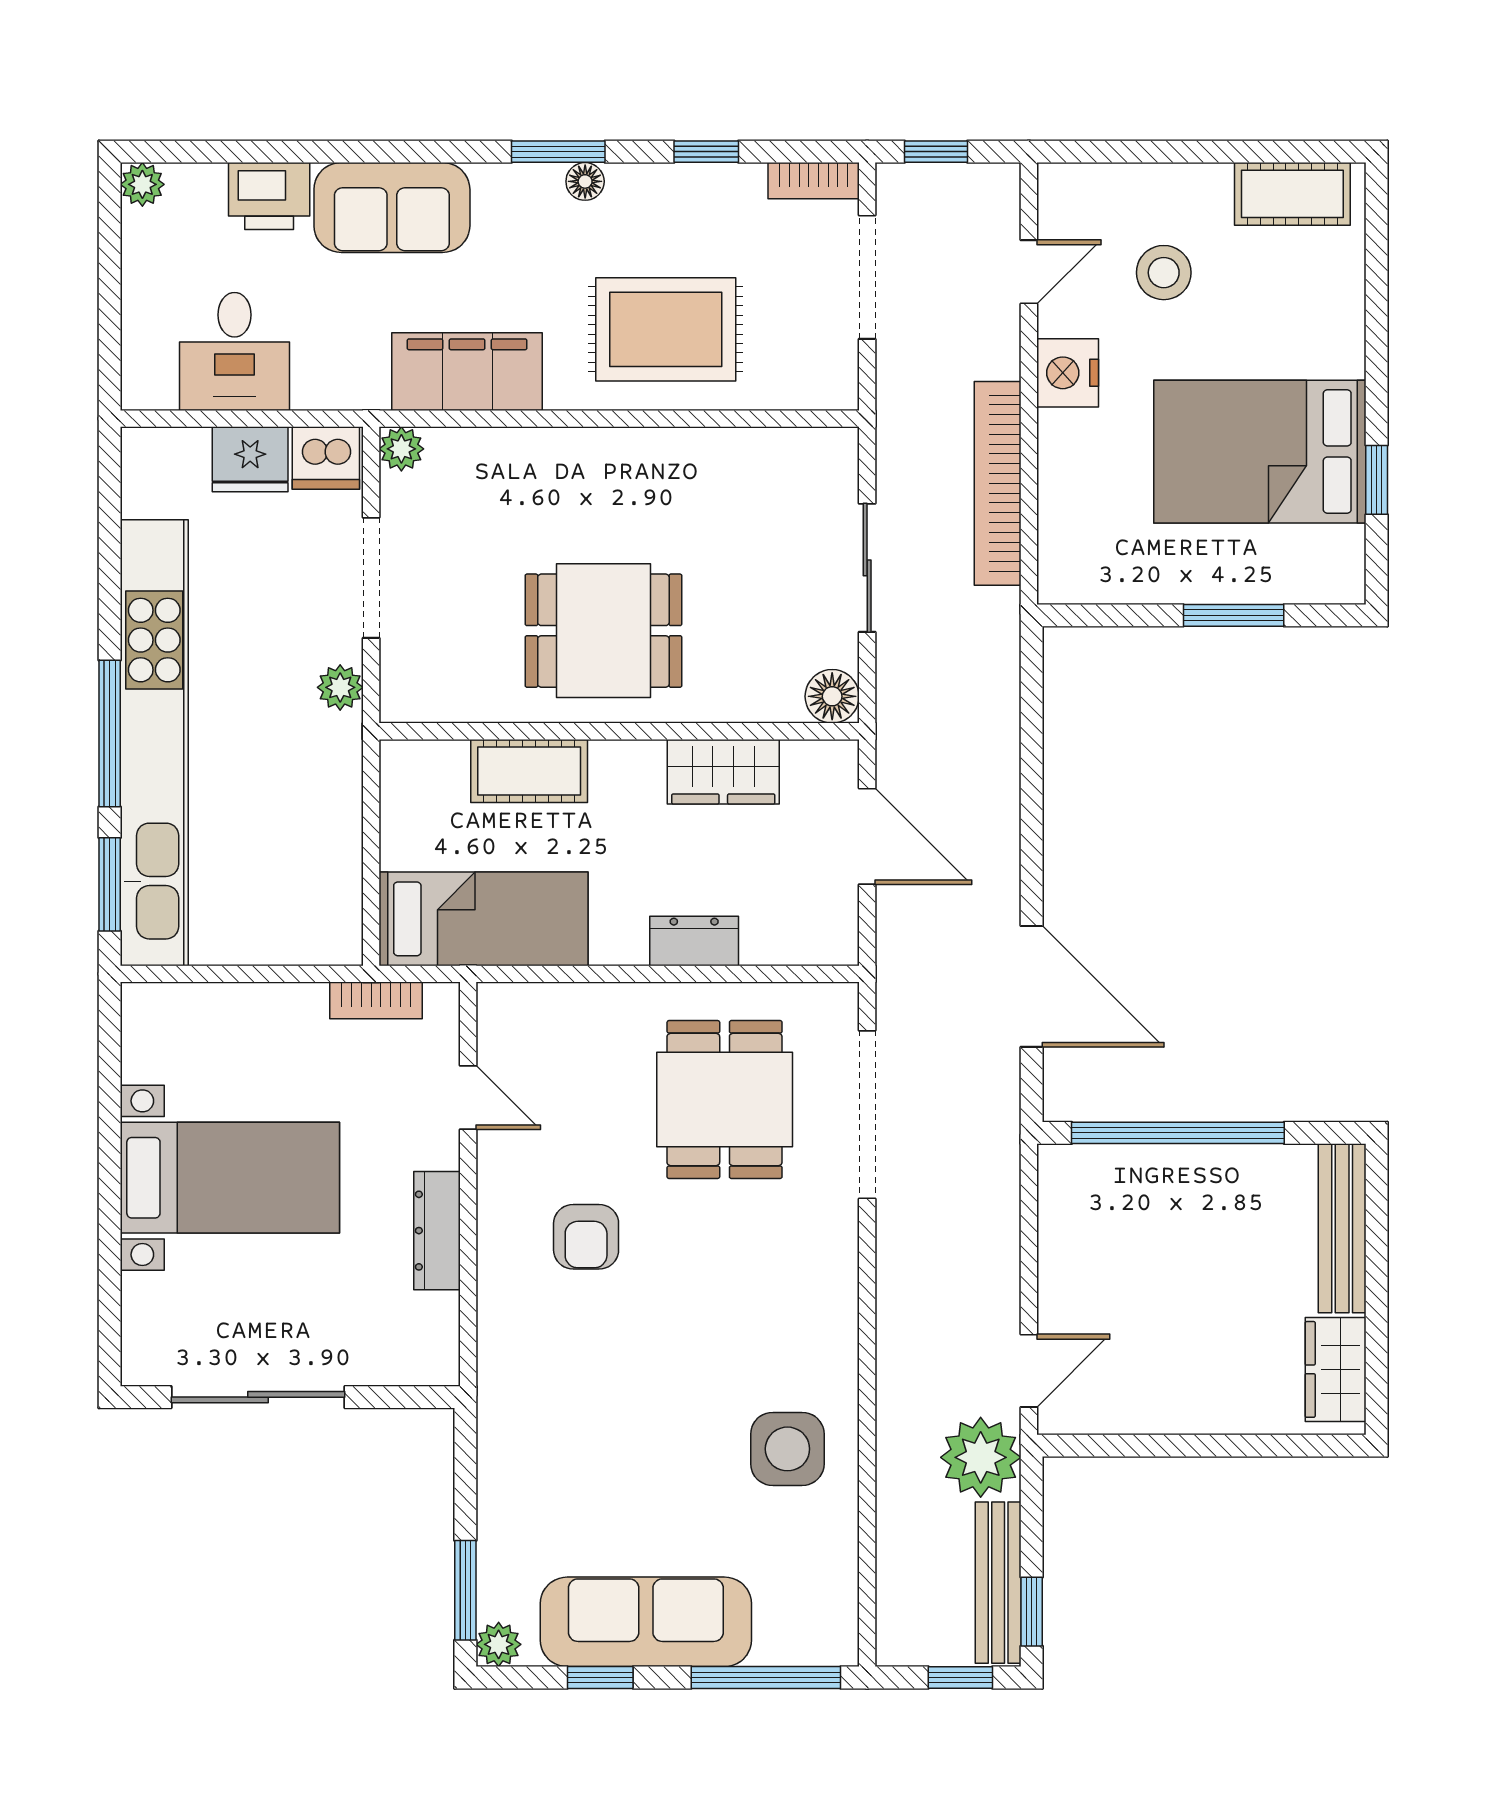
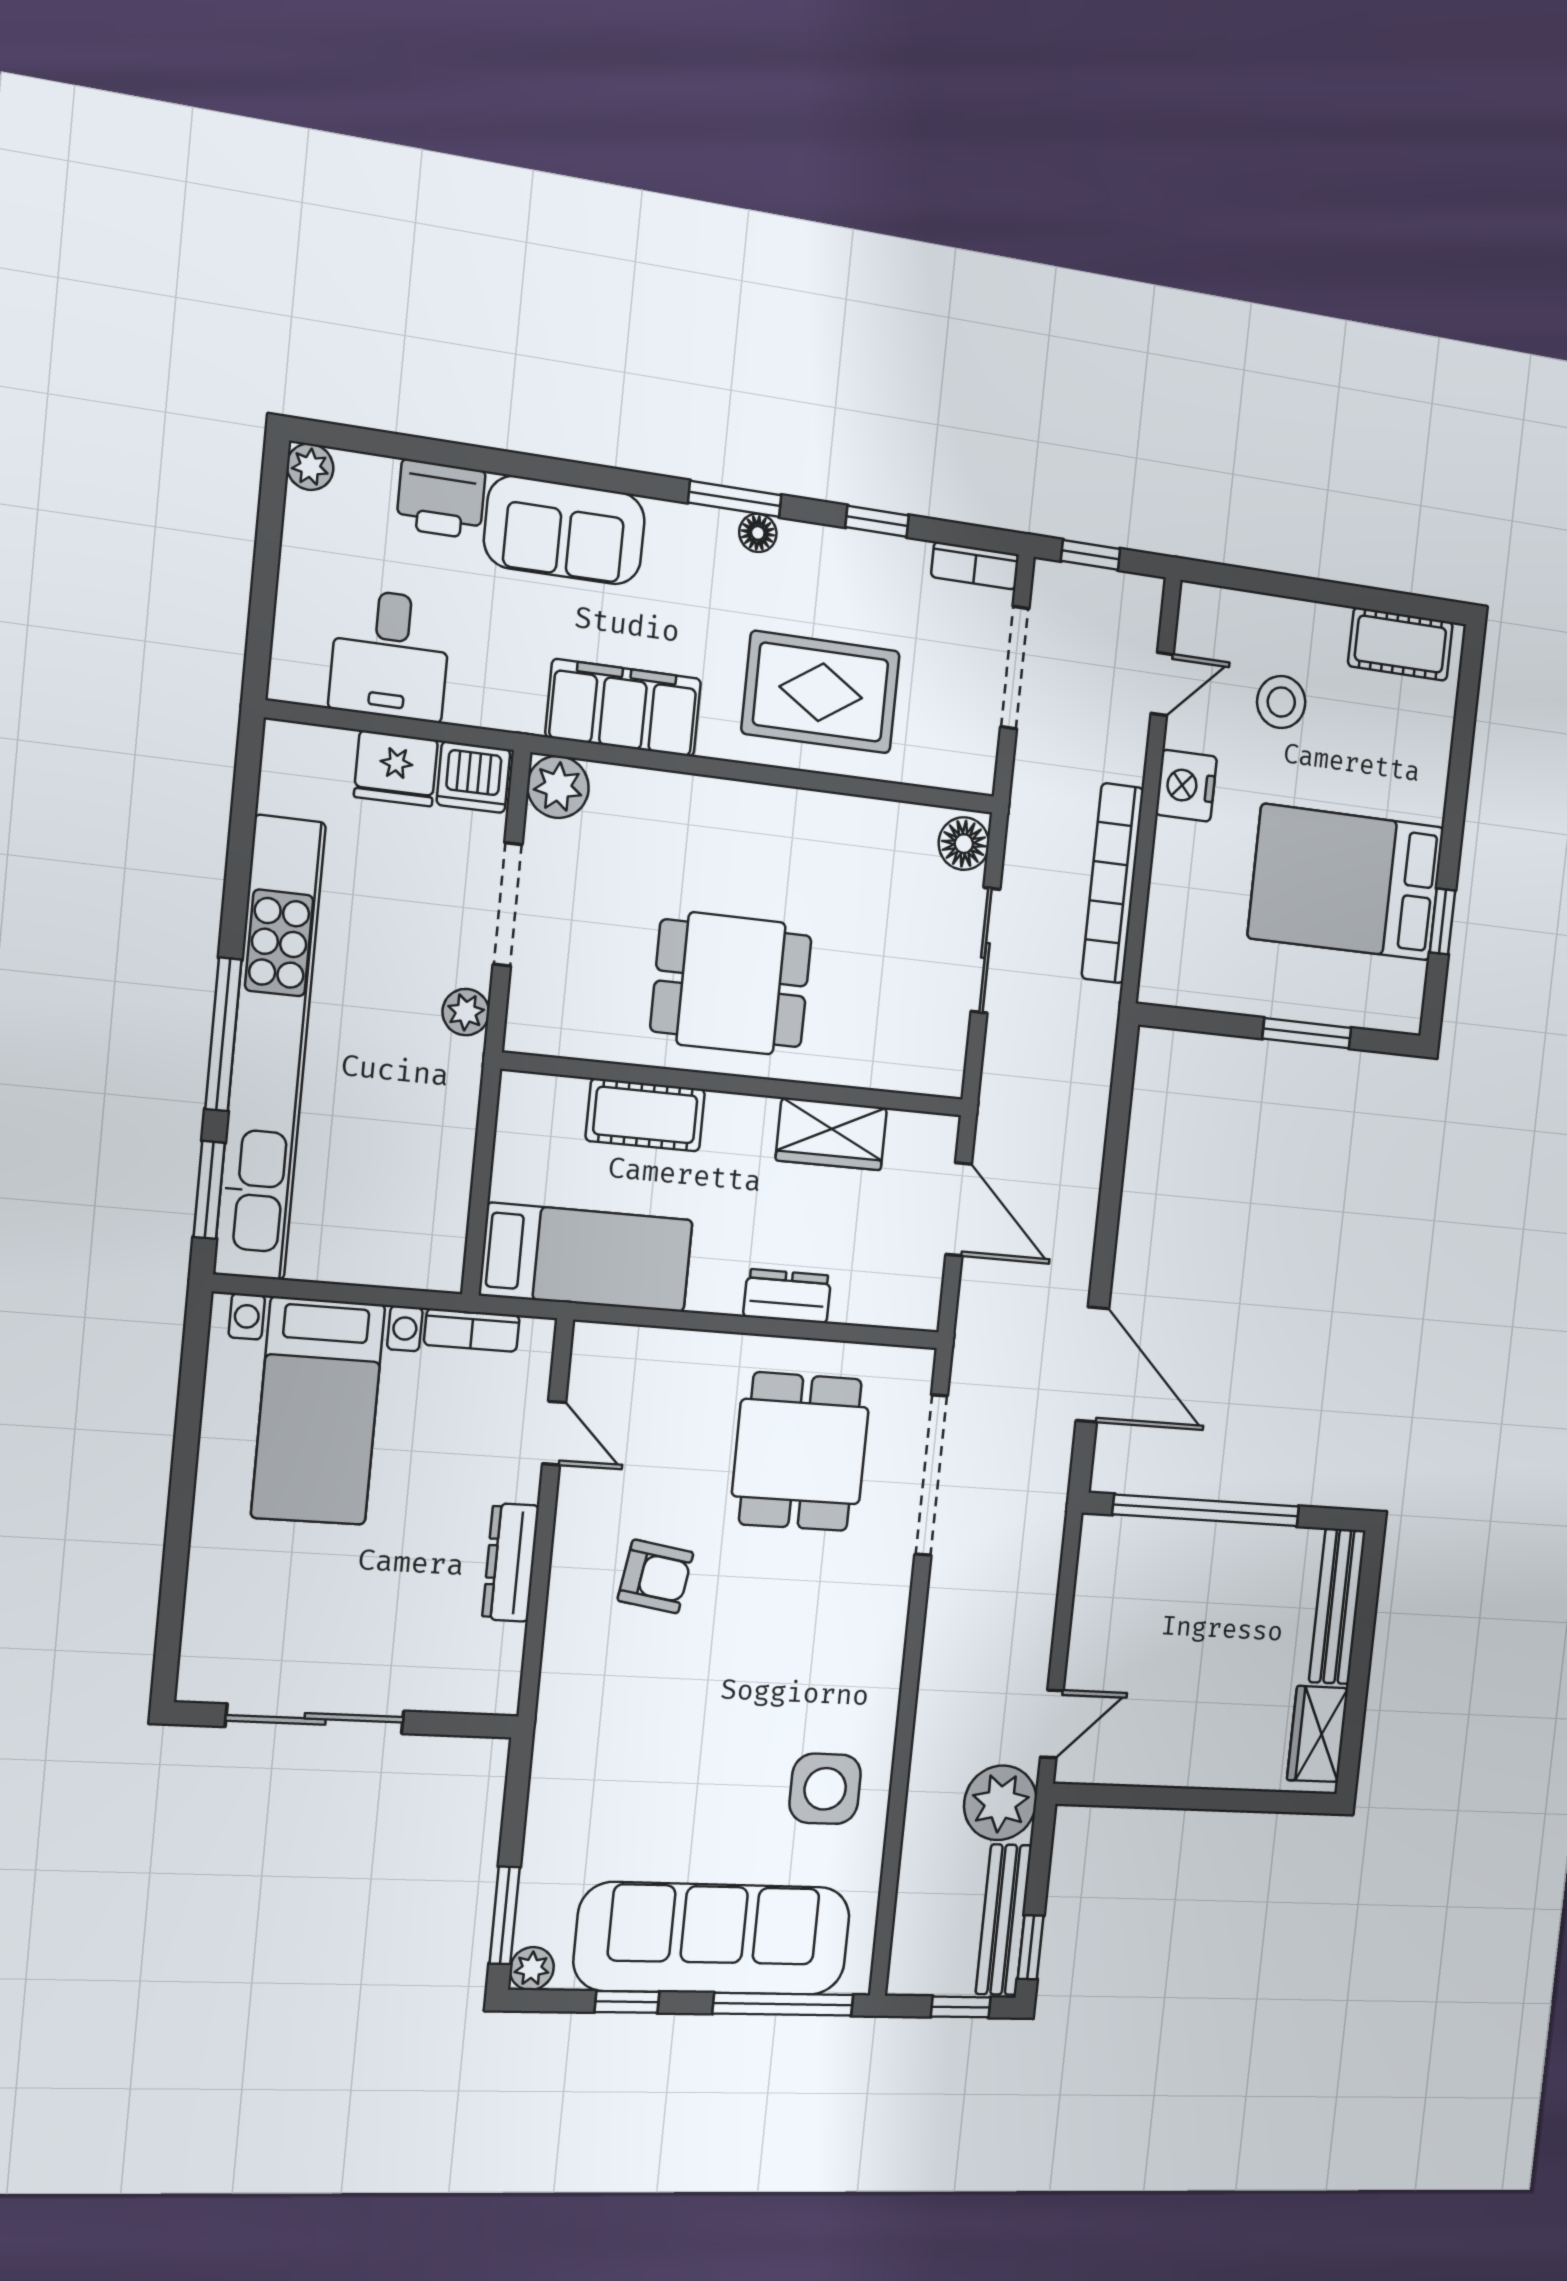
plant: (401, 449) -> (558, 787), width x1.38, depth x1.38
floor lamp: (832, 696) -> (964, 844), moved
bed with nightstands: (230, 1178) -> (318, 1411), moved, turned 90
armchair: (586, 1237) -> (655, 1576), turned -81
sofa: (646, 1622) -> (713, 1939), width x1.36, depth x1.27

